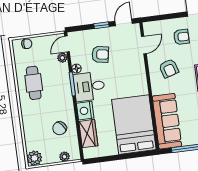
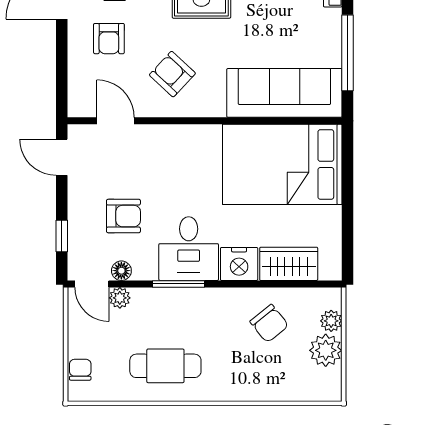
window: (101, 25) -> (62, 236), moved
armchair: (181, 37) -> (109, 39), turned 180
armchair: (100, 54) -> (123, 216), turned 80
armchair: (169, 68) -> (172, 74), turned -120
floor lamp: (76, 69) -> (121, 271), moved
plant: (34, 158) -> (326, 350), moved

